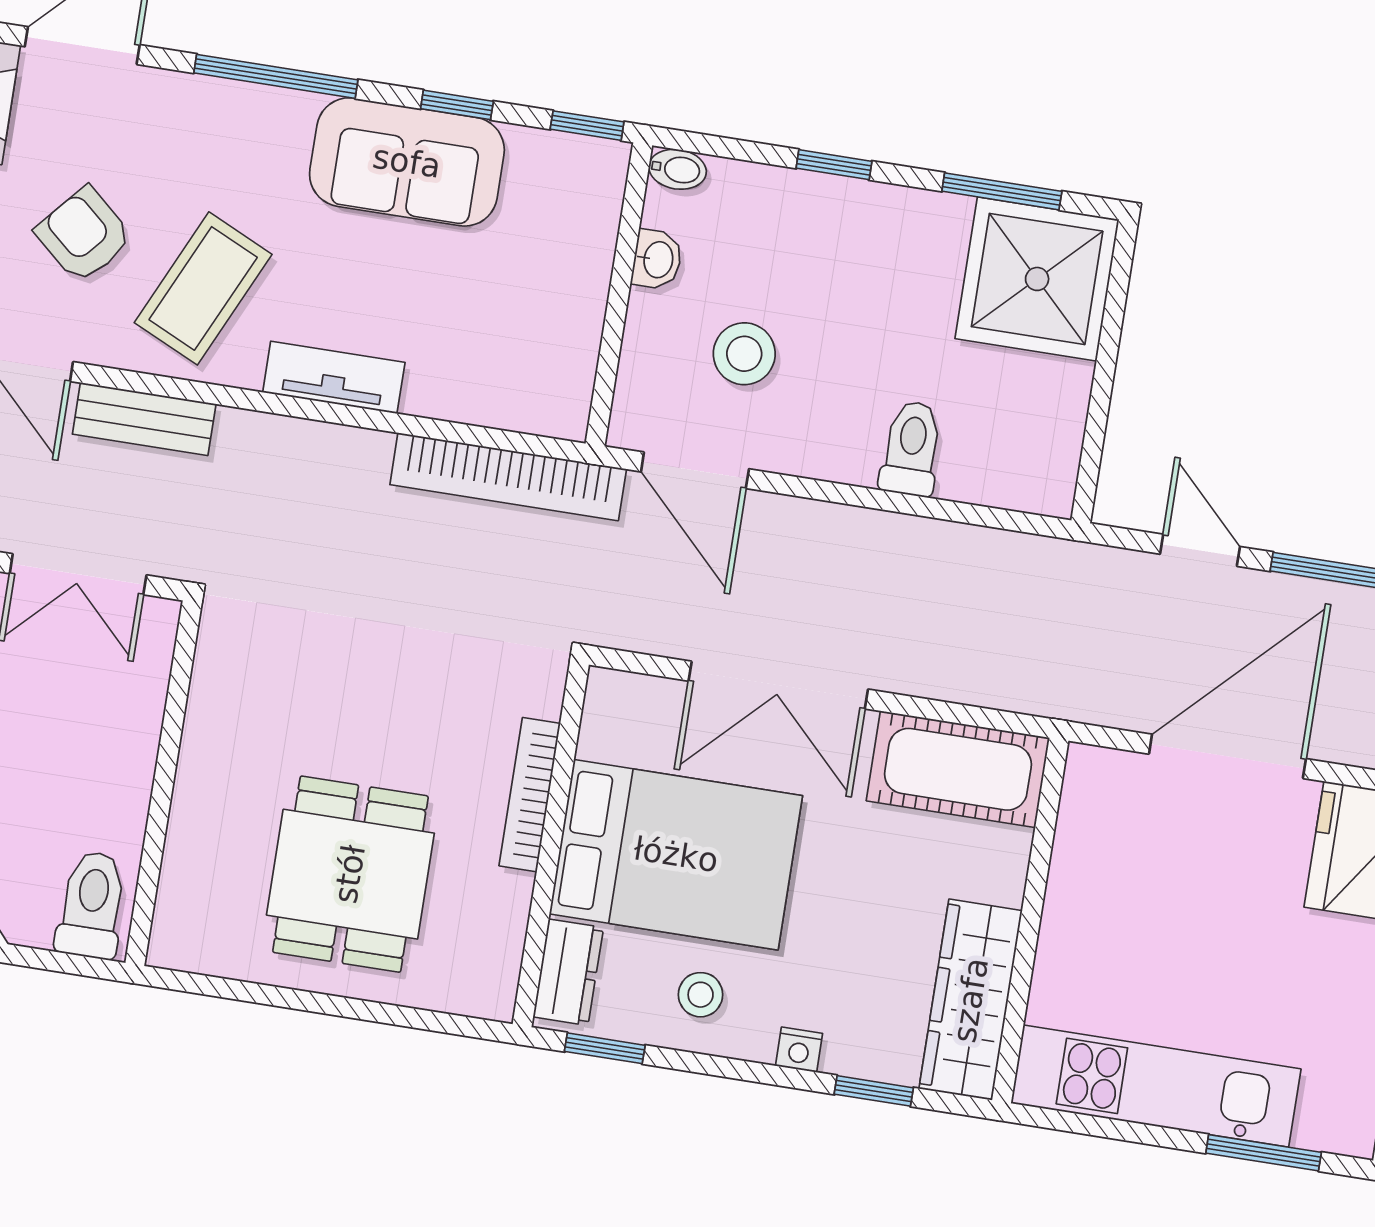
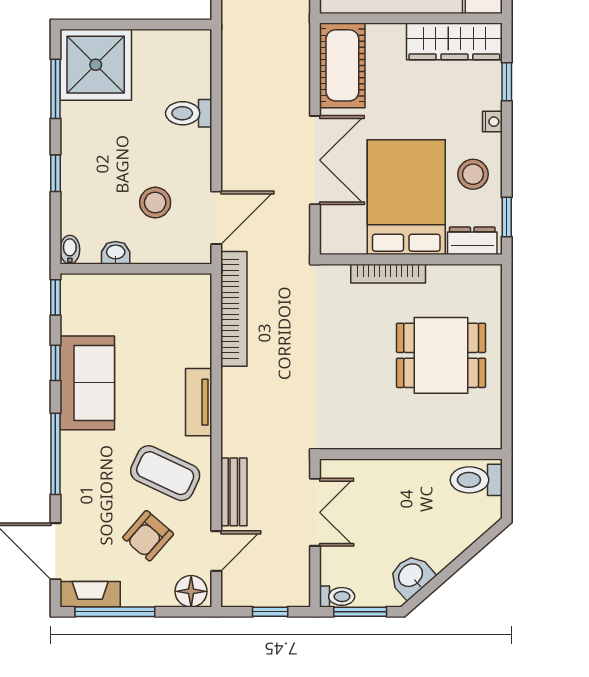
stool: (701, 995) -> (473, 174), width x1.37, depth x1.37

